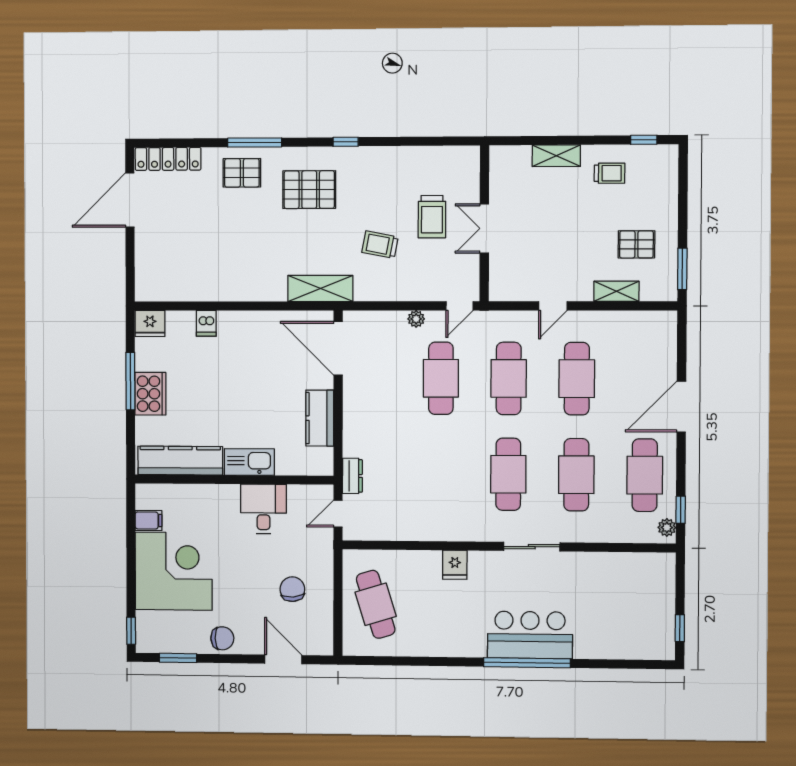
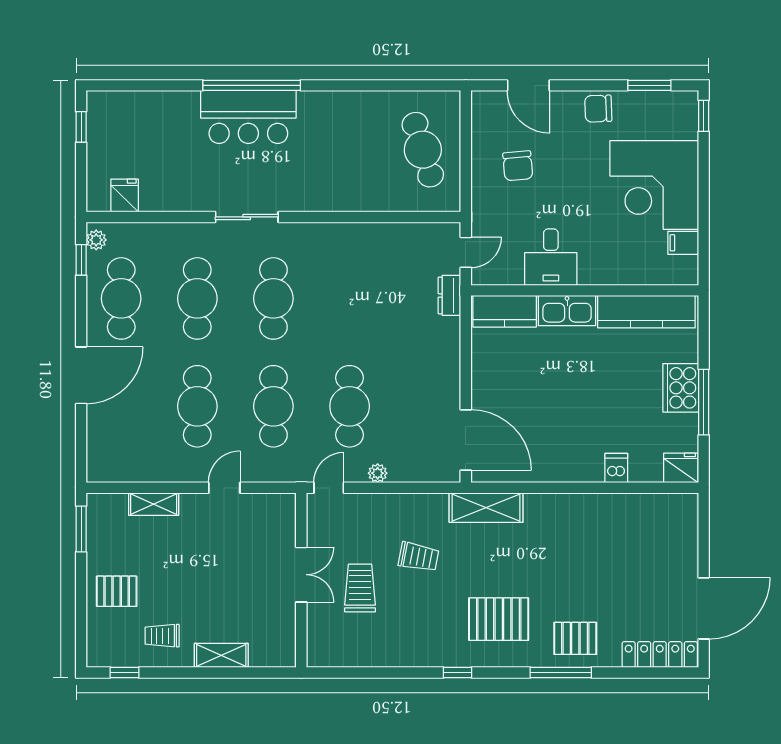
pallet: (636, 244) -> (117, 591), moved
kitchen counter: (320, 418) -> (505, 311), moved, turned 90
fridge: (455, 565) -> (125, 196), moved

